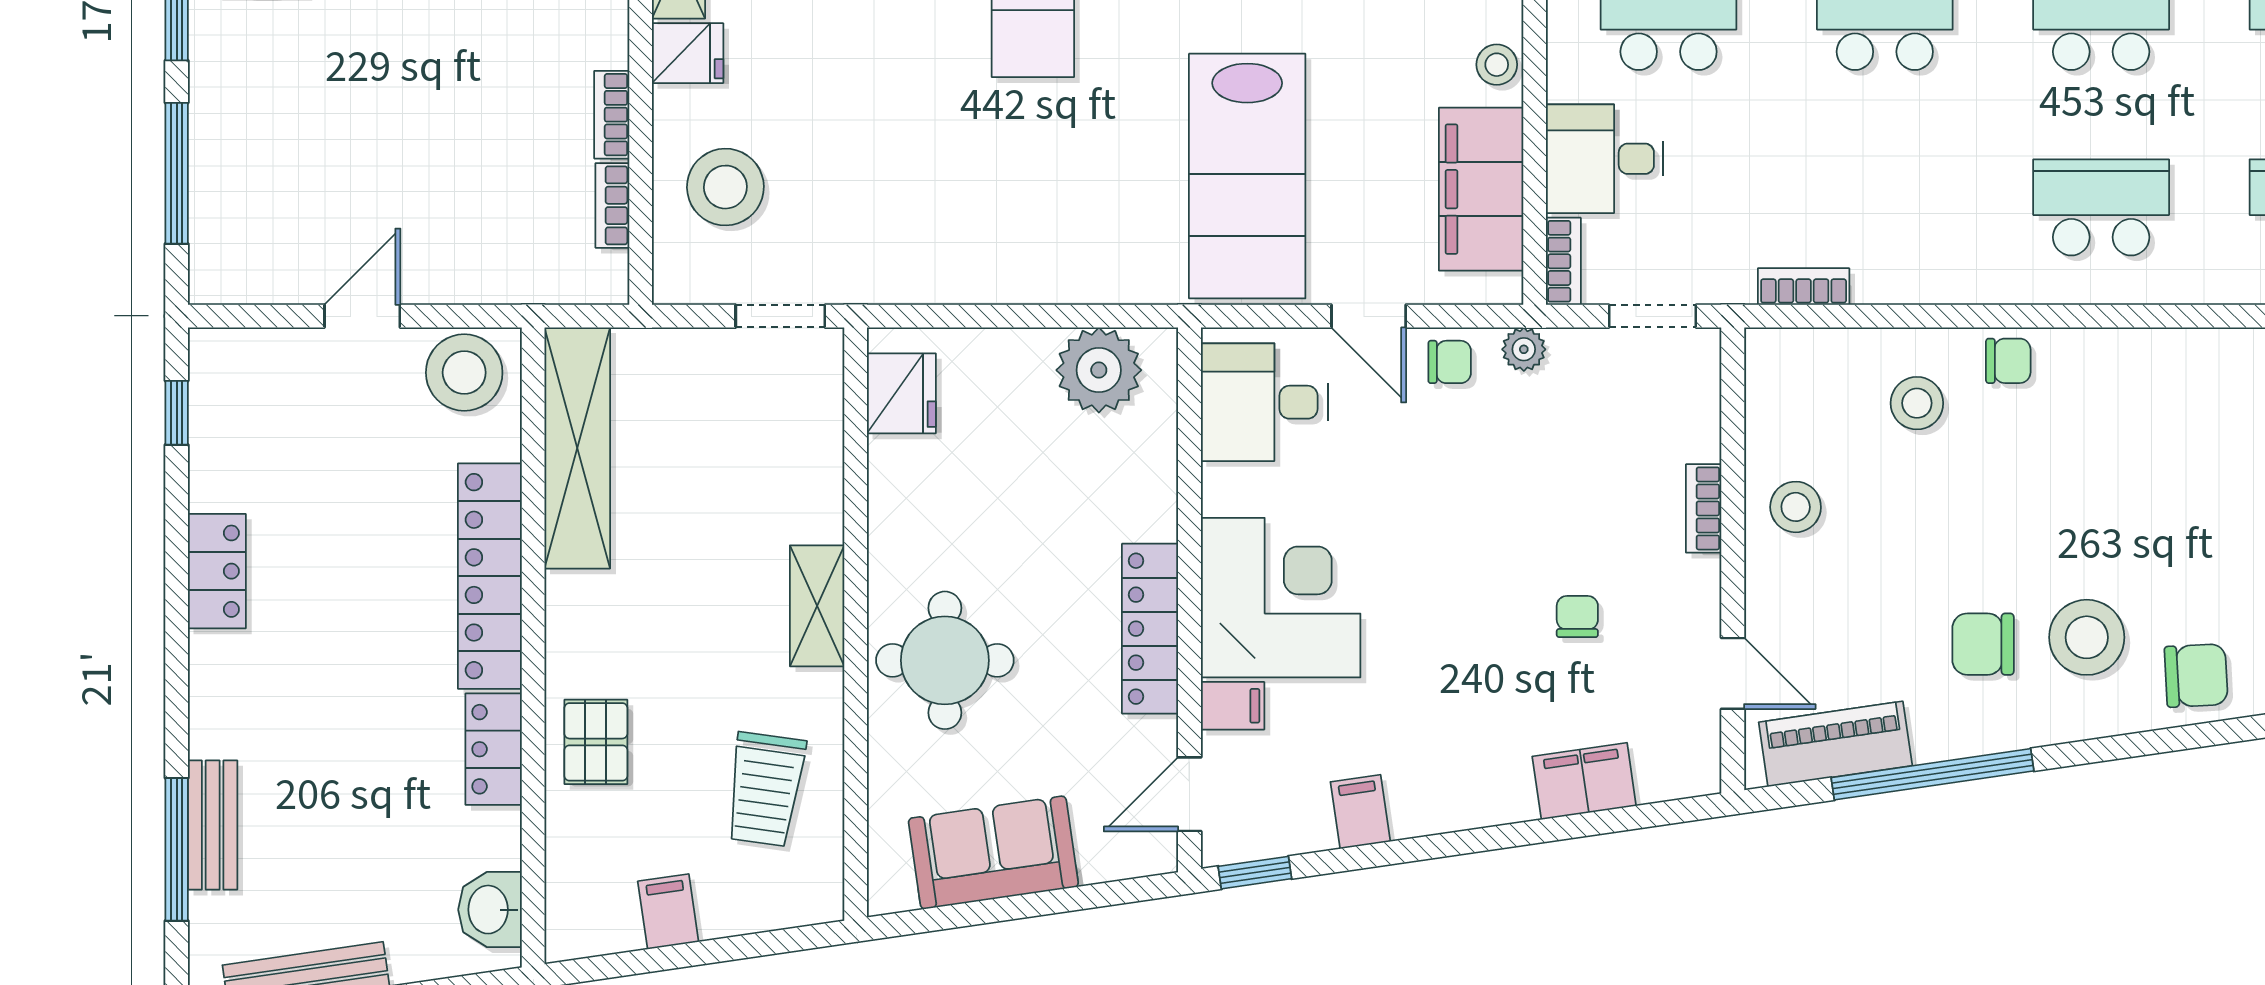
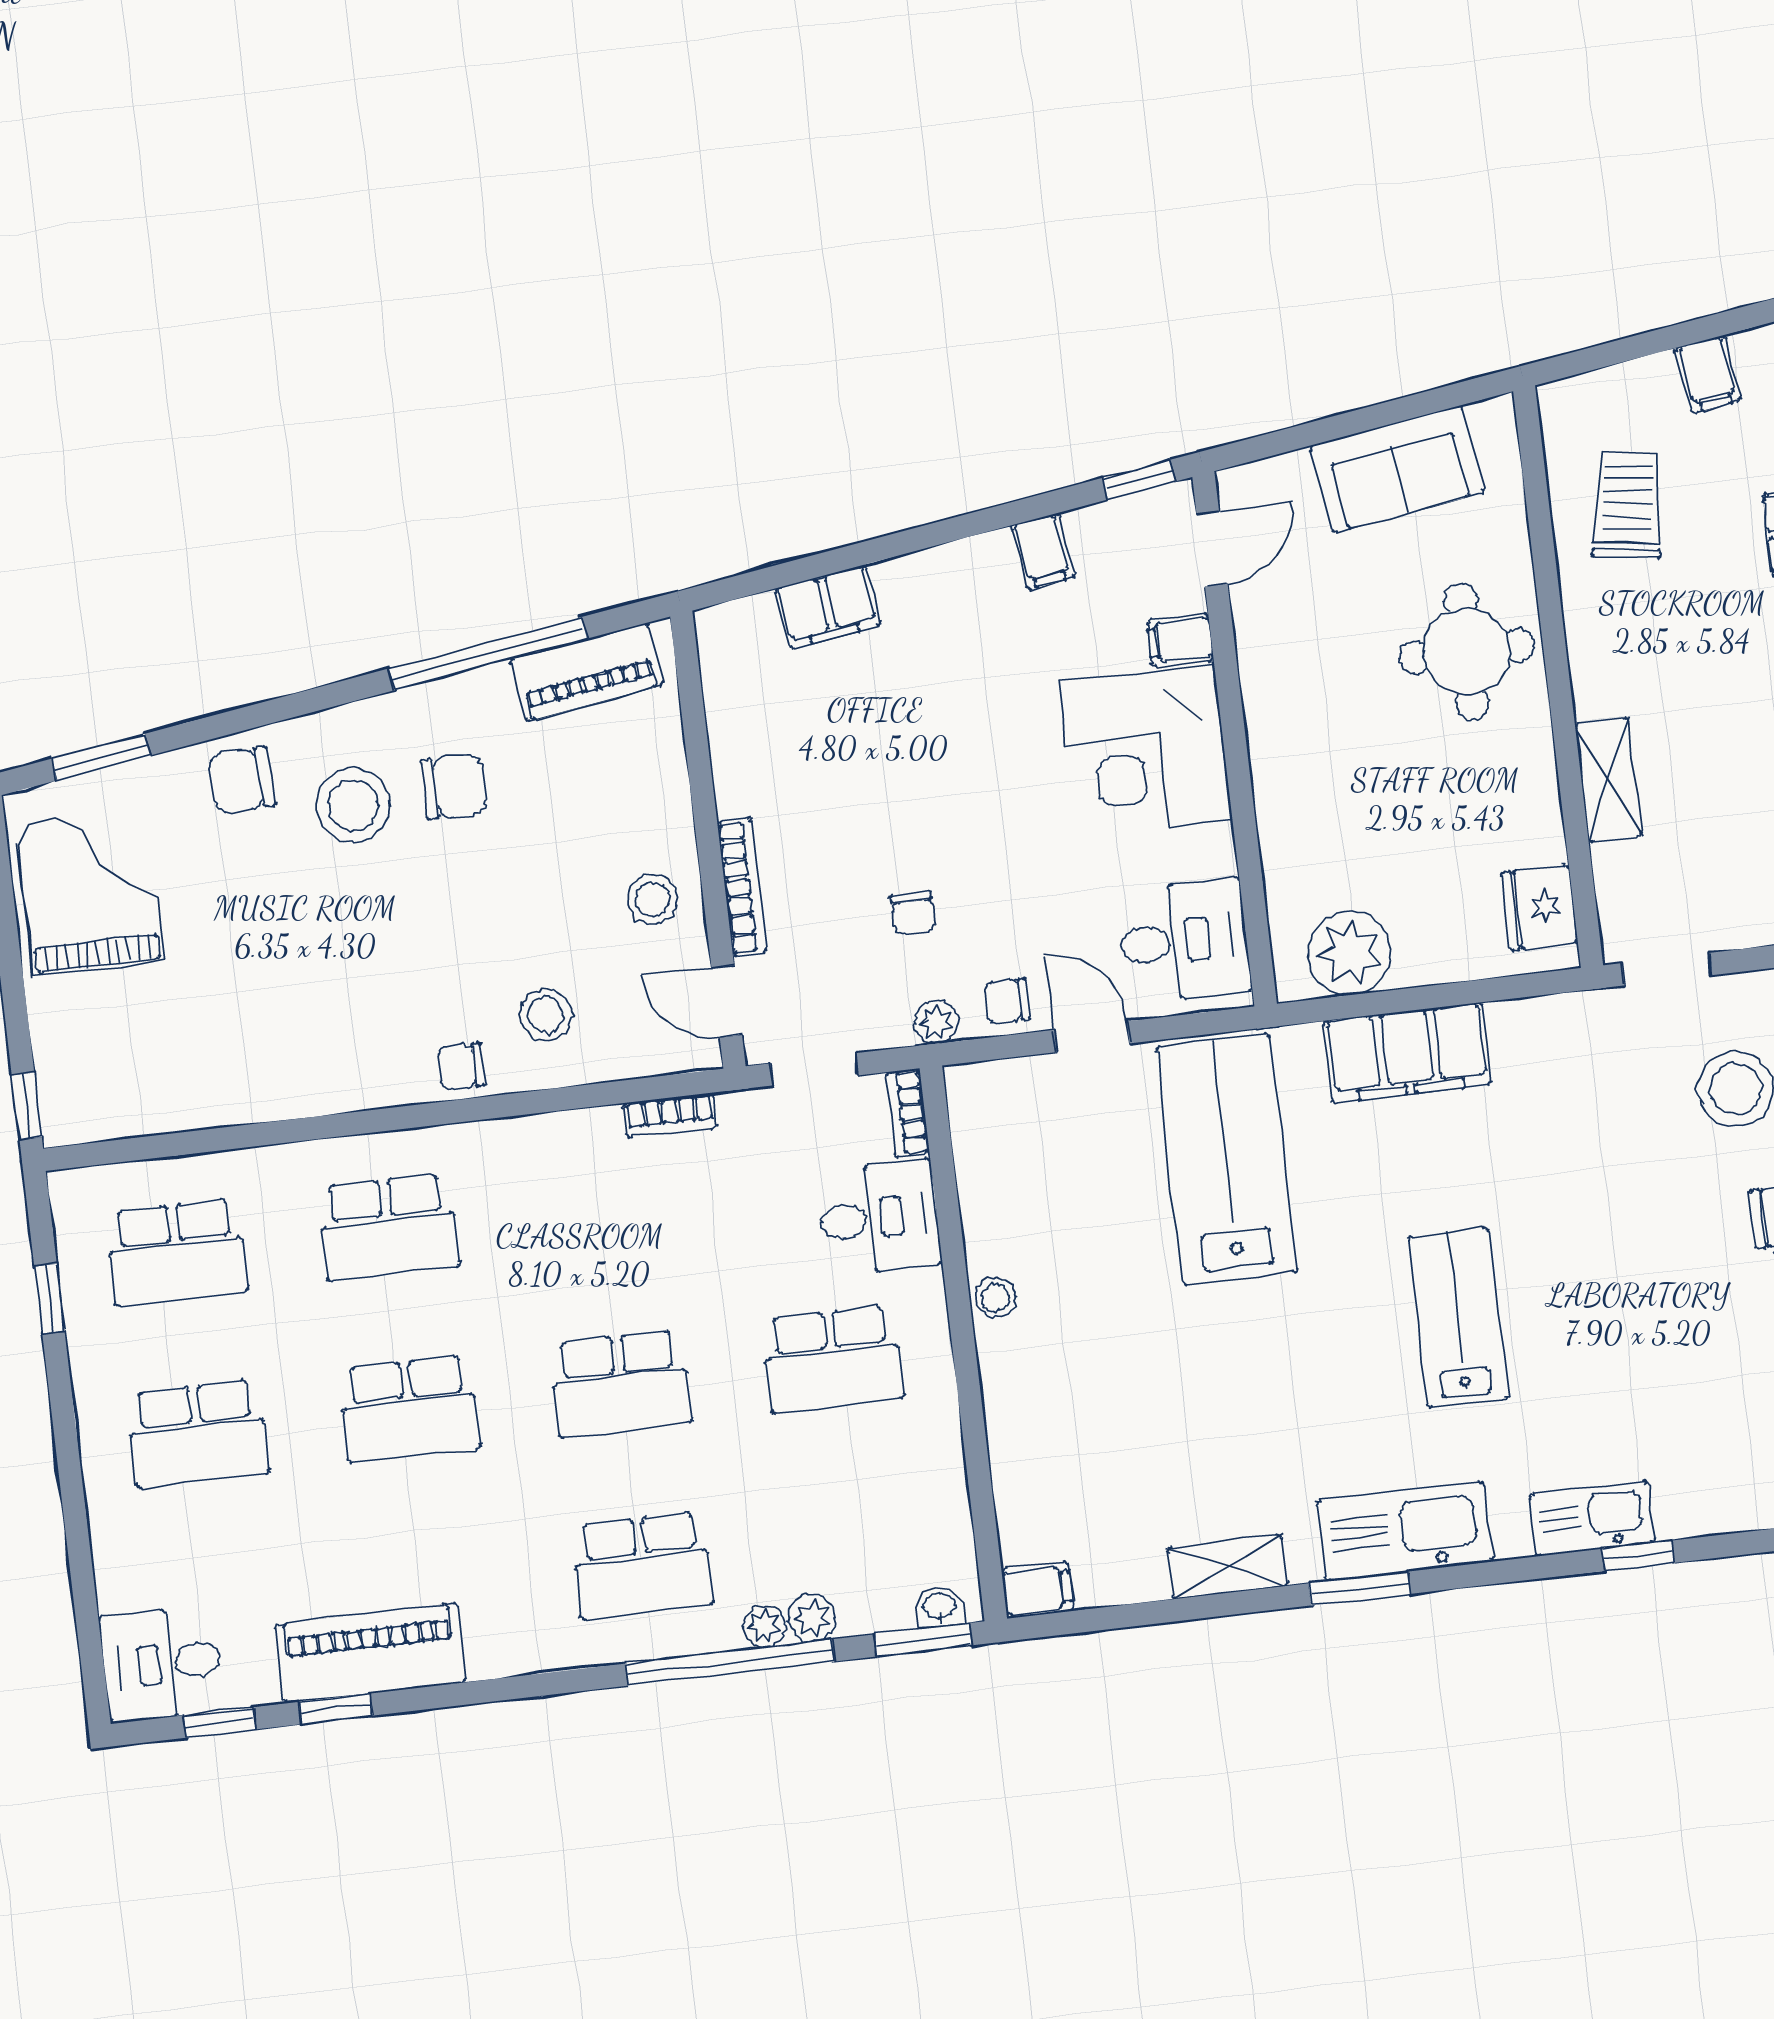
filing cabinet: (1481, 189) -> (1407, 1053), moved, turned 90
bookcase: (1704, 508) -> (742, 887), width x1.56
shelving: (817, 606) -> (1608, 780), moved
chair: (1577, 617) -> (913, 913), moved
locker: (1150, 629) -> (1270, 706), removed
door: (1733, 673) -> (727, 1001), moved

